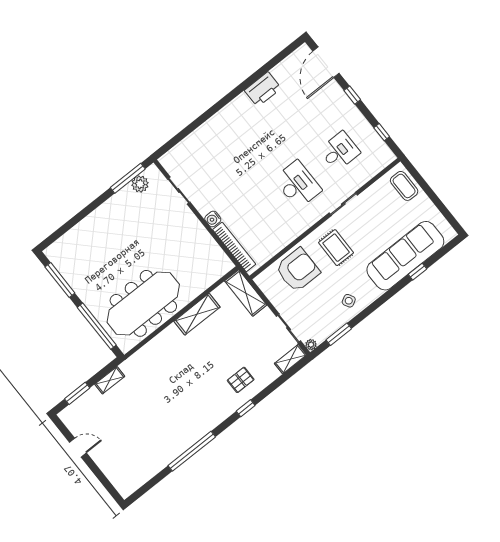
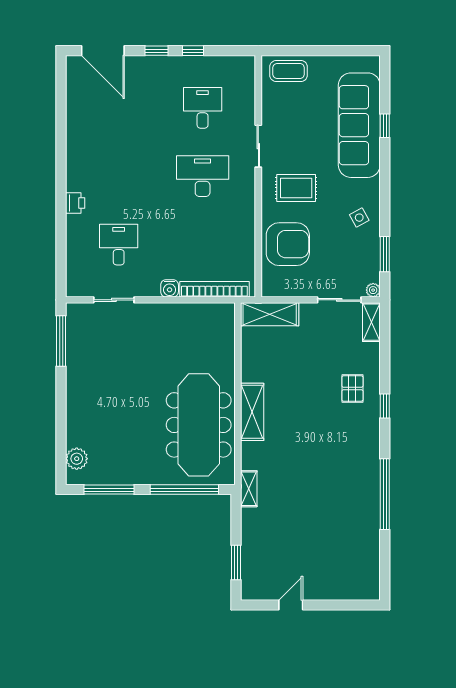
printer: (263, 89) -> (75, 203), moved, width x0.53, depth x0.68
window: (382, 132) -> (193, 51), moved
desk: (215, 166) -> (119, 245), added
plant: (140, 184) -> (77, 459), moved
armchair: (298, 270) -> (288, 244), turned 90
shelving: (197, 314) -> (252, 412), moved
shelving: (110, 380) -> (249, 489), moved

